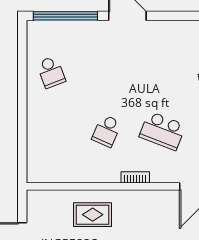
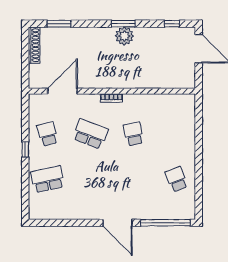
school desk: (107, 131) -> (133, 134), turned -36
rug: (93, 215) -> (144, 69), removed

